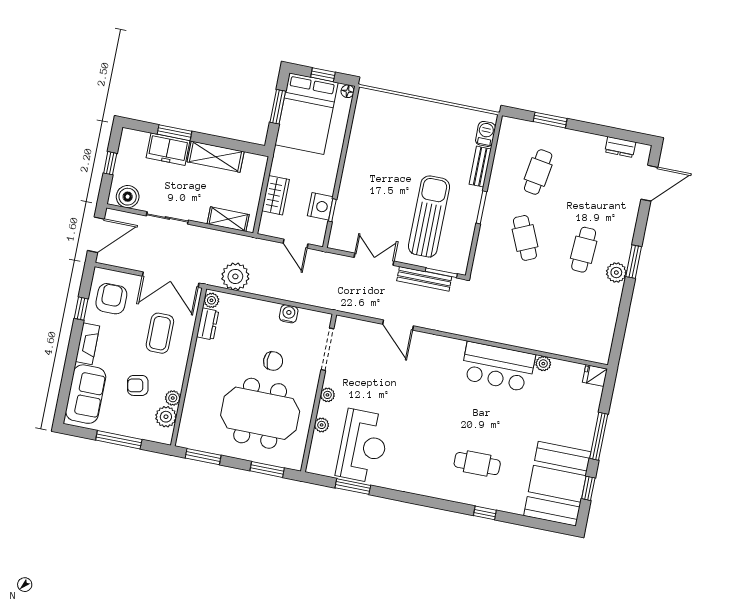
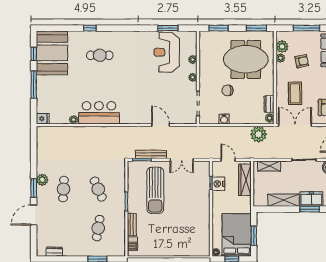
door: (649, 183) -> (34, 215), moved
wardrobe: (276, 195) -> (245, 180), width x1.50
meeting table: (260, 413) -> (246, 59), moved

